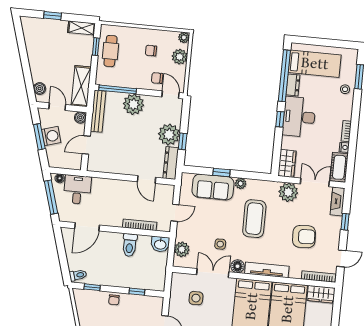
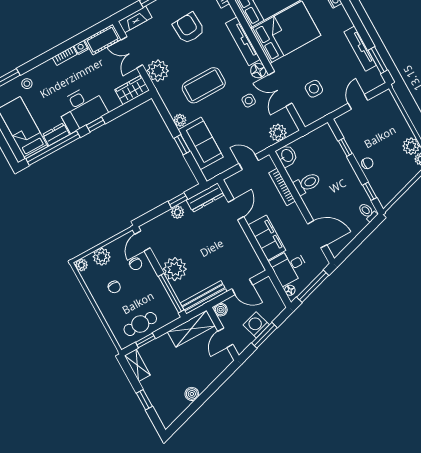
boiler: (40, 89) -> (192, 394), moved
plant: (169, 135) -> (178, 212), width x0.53, depth x0.53
filing cabinet: (110, 188) -> (267, 238), added

